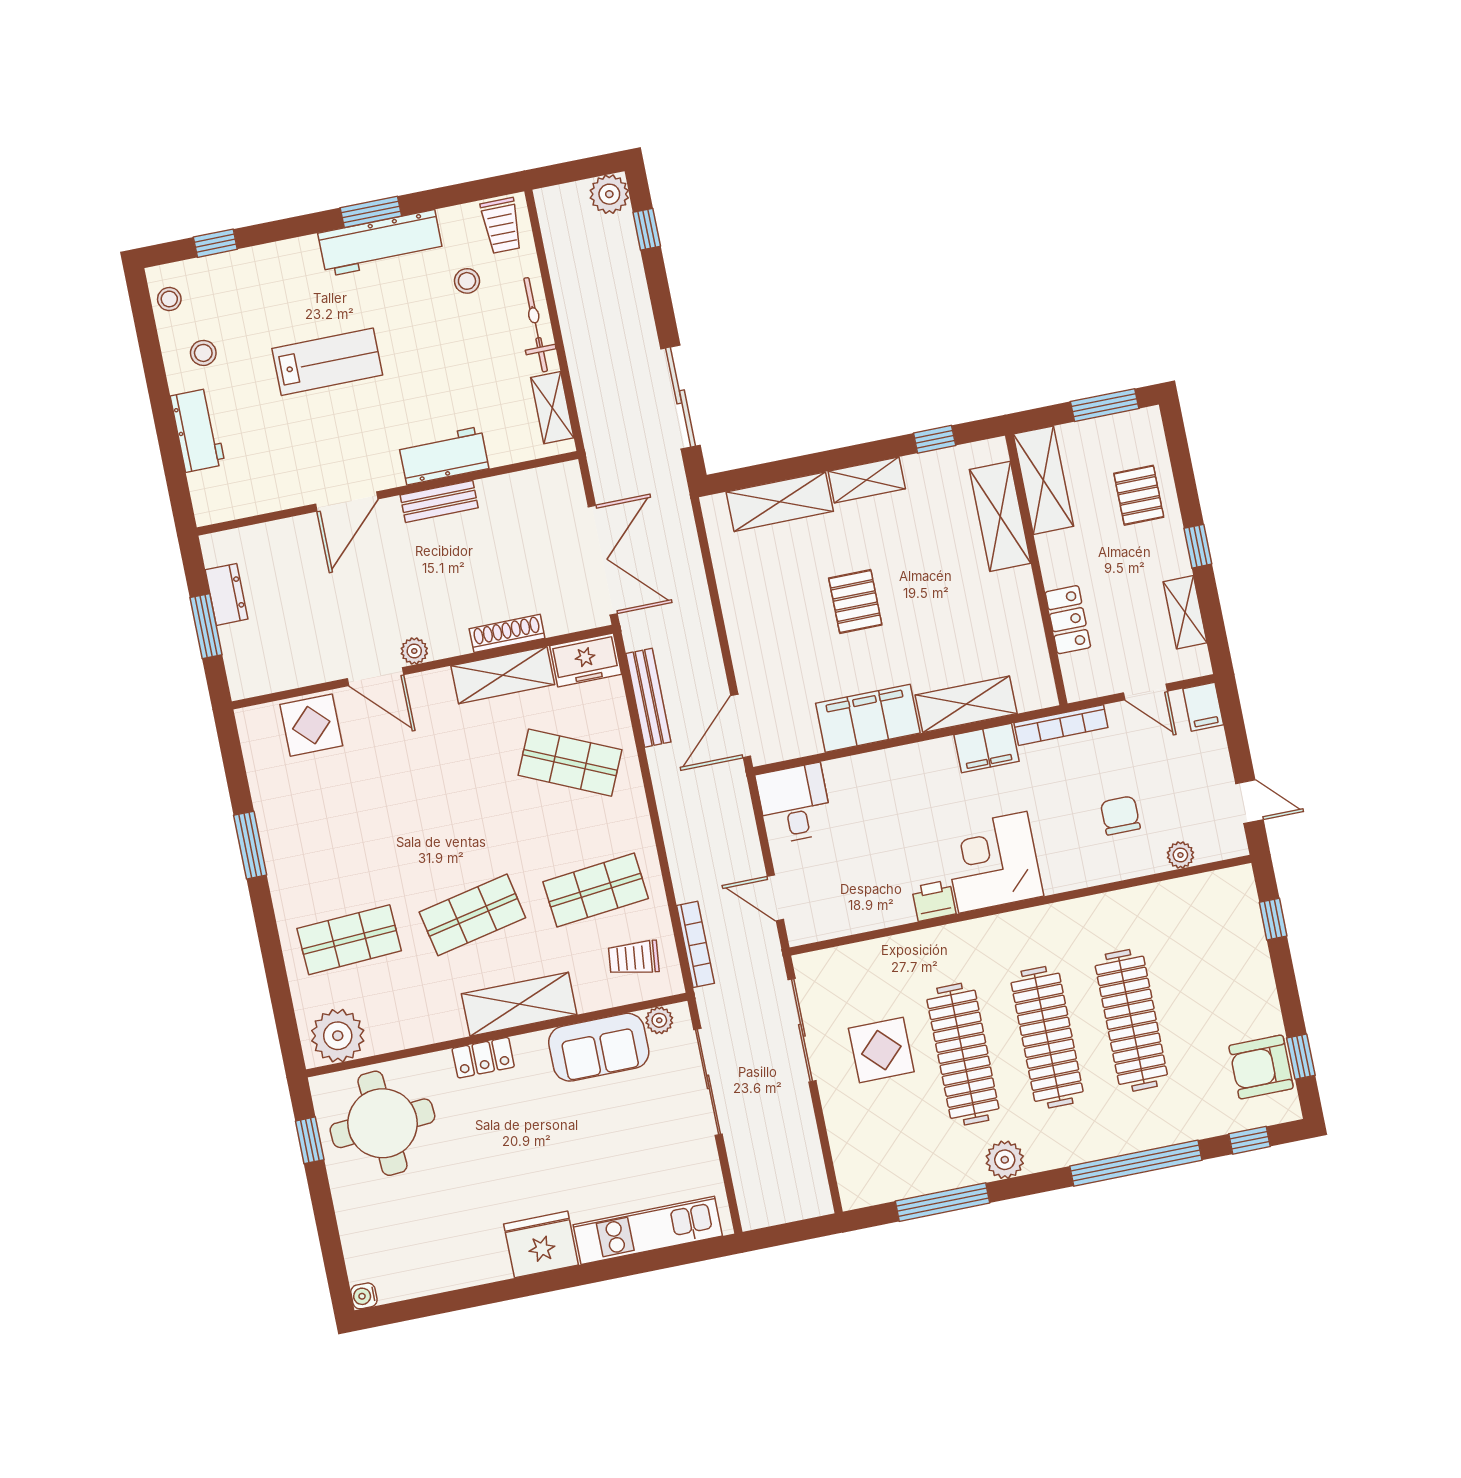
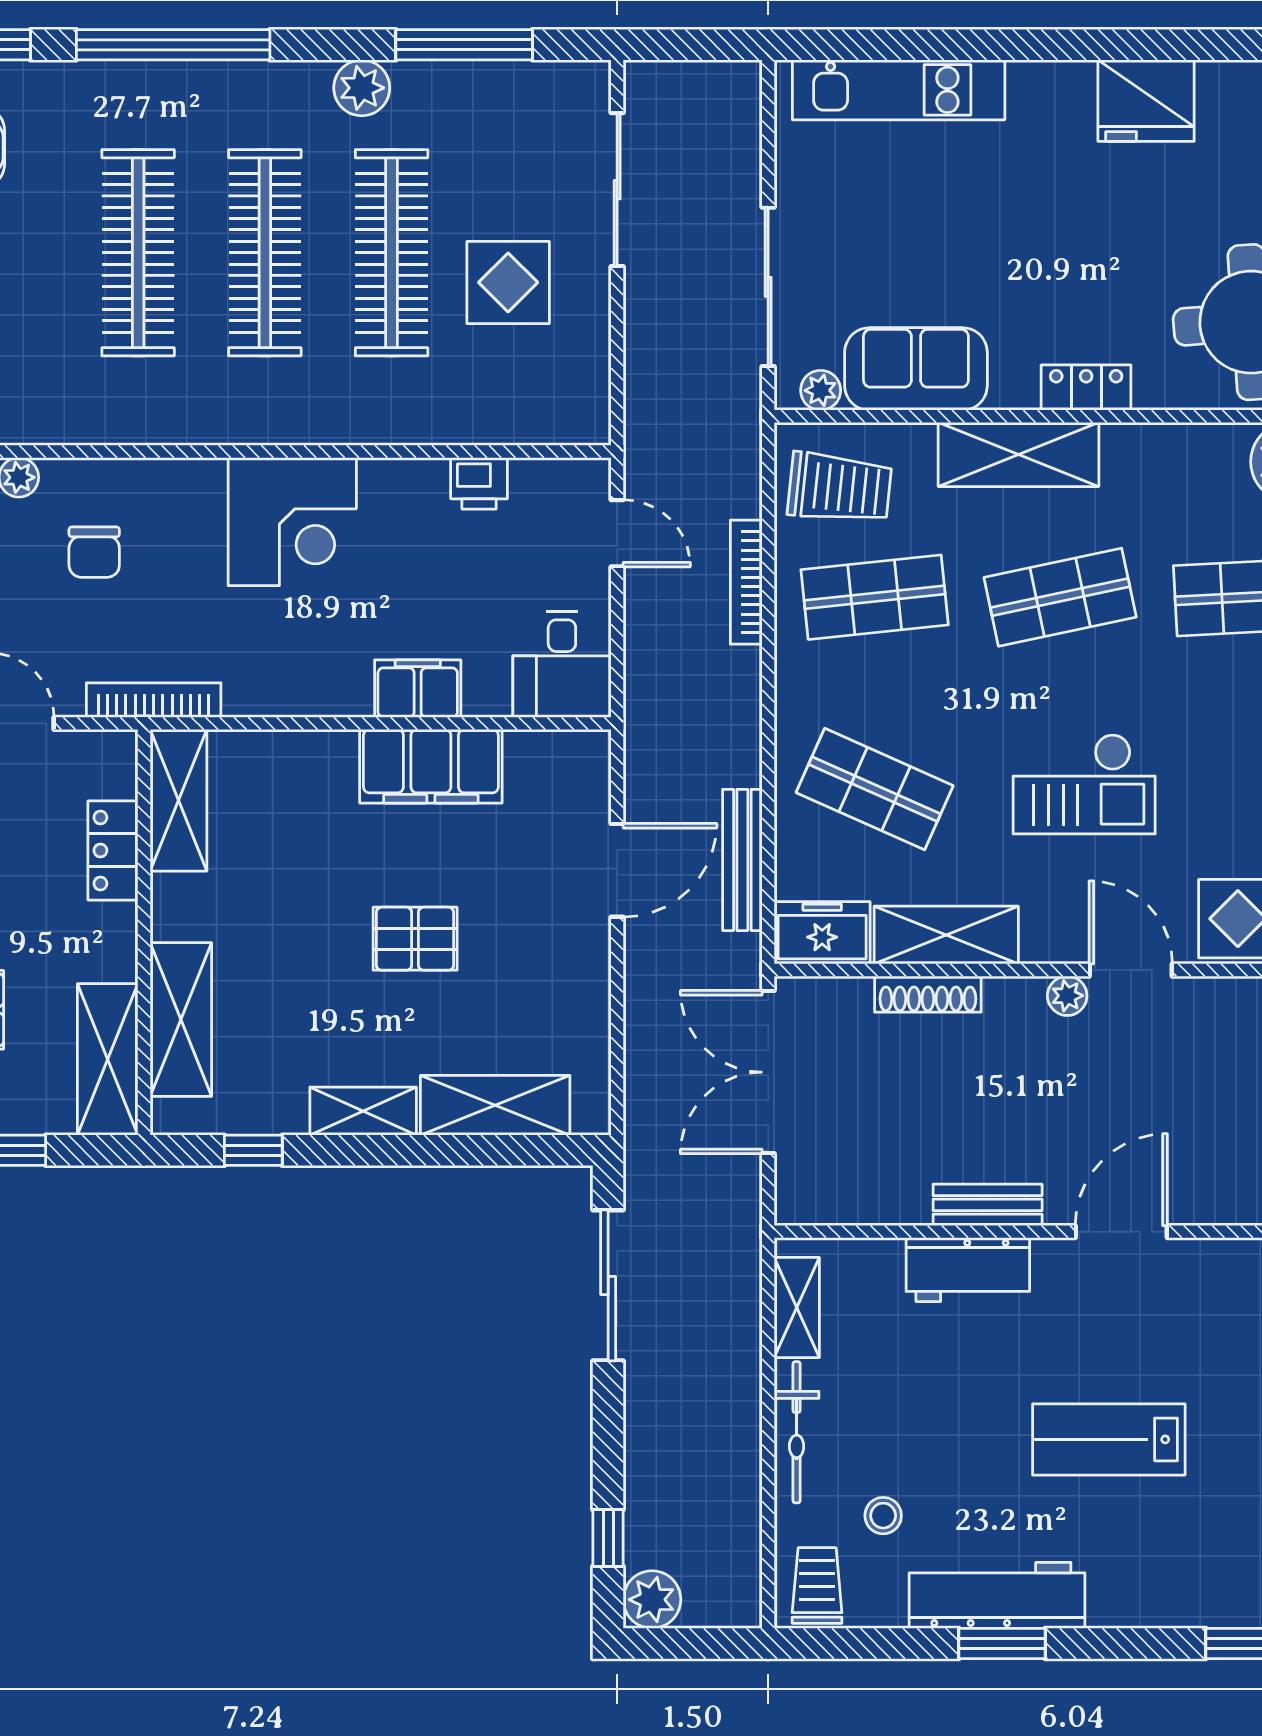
pallet: (855, 602) -> (415, 939), turned 90
shelving: (966, 704) -> (178, 800), moved, turned 90
door: (741, 726) -> (617, 870), moved
filing cabinet: (986, 748) -> (418, 689), moved
checkout: (431, 794) -> (1084, 784), added
printer: (934, 901) -> (479, 483), moved
bookcase: (695, 944) -> (746, 582), moved
trolley: (634, 958) -> (839, 488), width x1.36, depth x1.39
sliding door: (802, 1030) -> (617, 190), moved
fridge: (541, 1244) -> (1146, 101), moved

